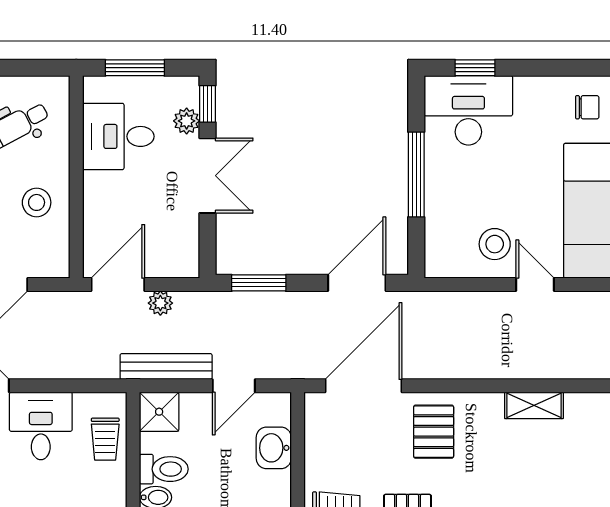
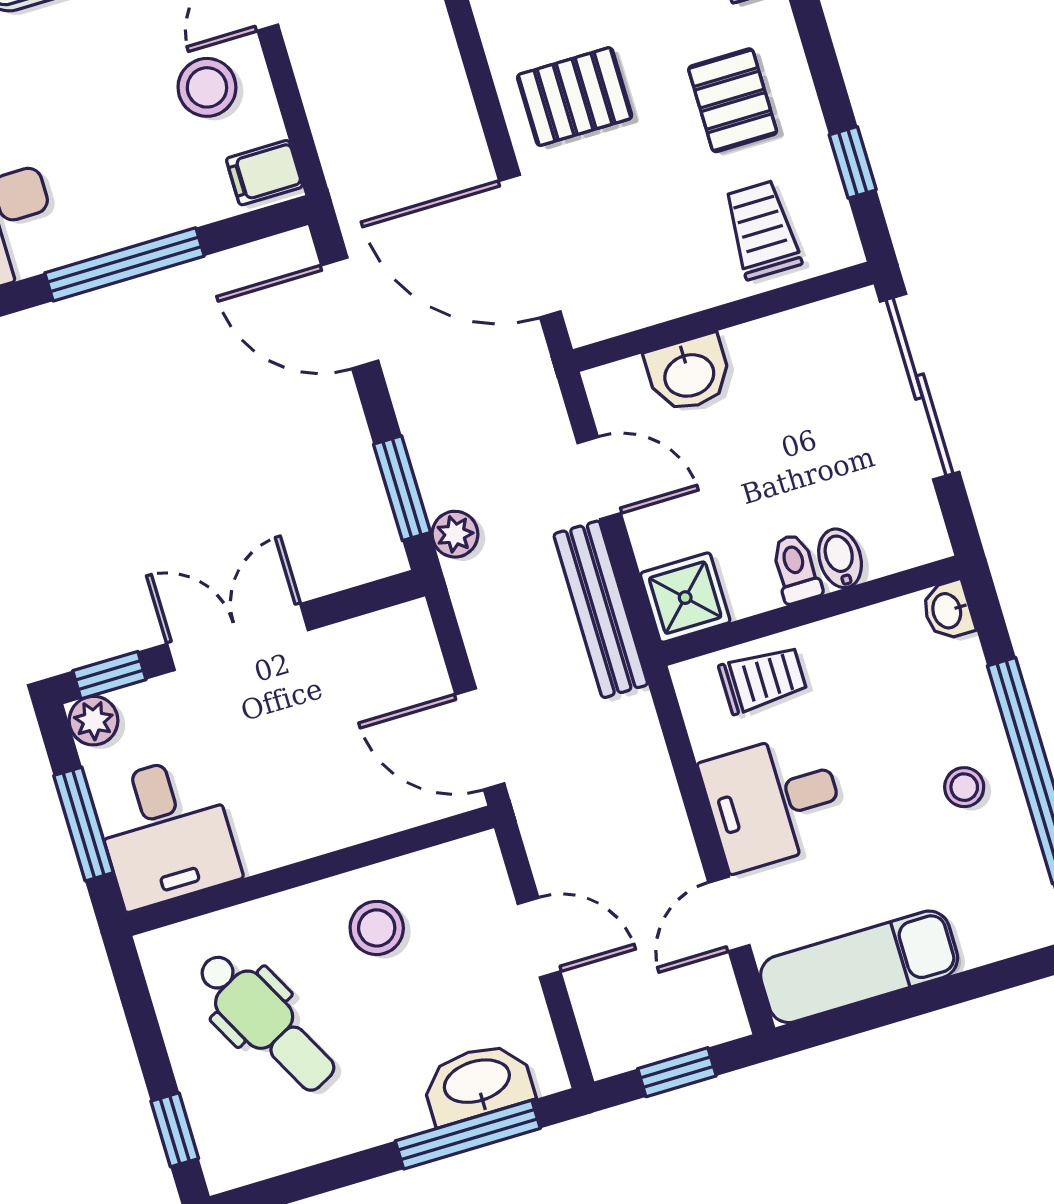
plant: (187, 121) -> (94, 721), moved
desk: (118, 136) -> (166, 832), moved
filing cabinet: (442, 260) -> (264, 173), added
plant: (160, 303) -> (455, 534), moved
toilet: (164, 469) -> (796, 569), width x0.73, depth x0.72

